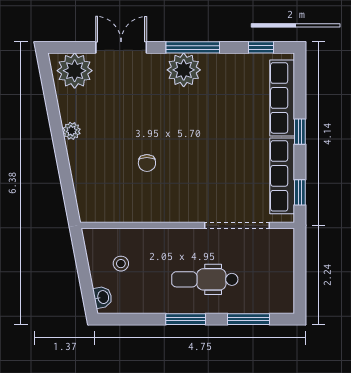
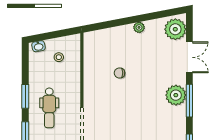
dental chair: (205, 279) -> (49, 108), turned 180

